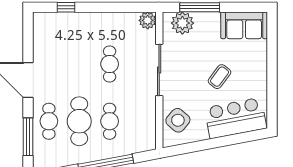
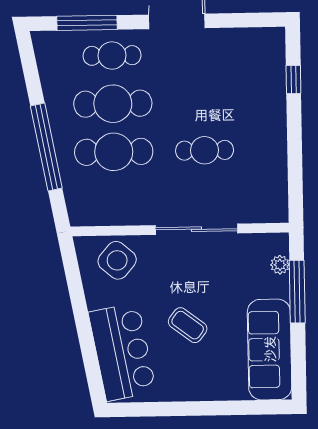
plant: (148, 20) -> (275, 209), removed
plant: (182, 23) -> (280, 265), width x0.53, depth x0.53
sofa: (244, 25) -> (270, 349), width x1.36
cafe table: (110, 121) -> (114, 152), width x1.37, depth x1.35

